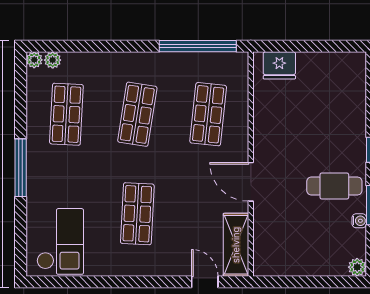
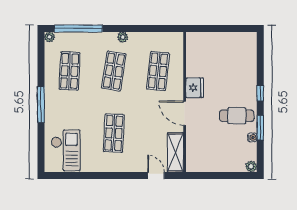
window: (198, 46) -> (78, 28), moved
plant: (53, 60) -> (123, 37), moved
fridge: (279, 65) -> (195, 88), moved, turned -90

